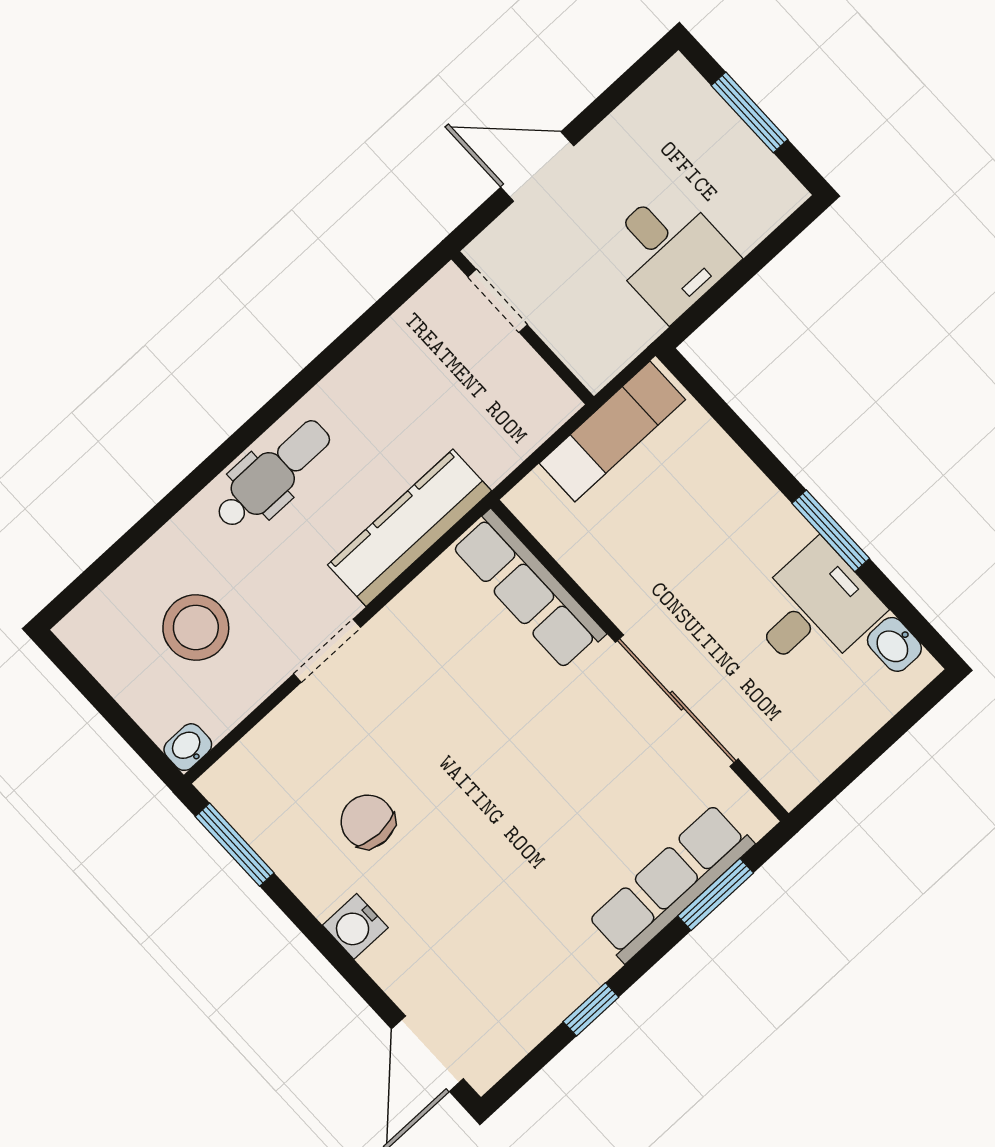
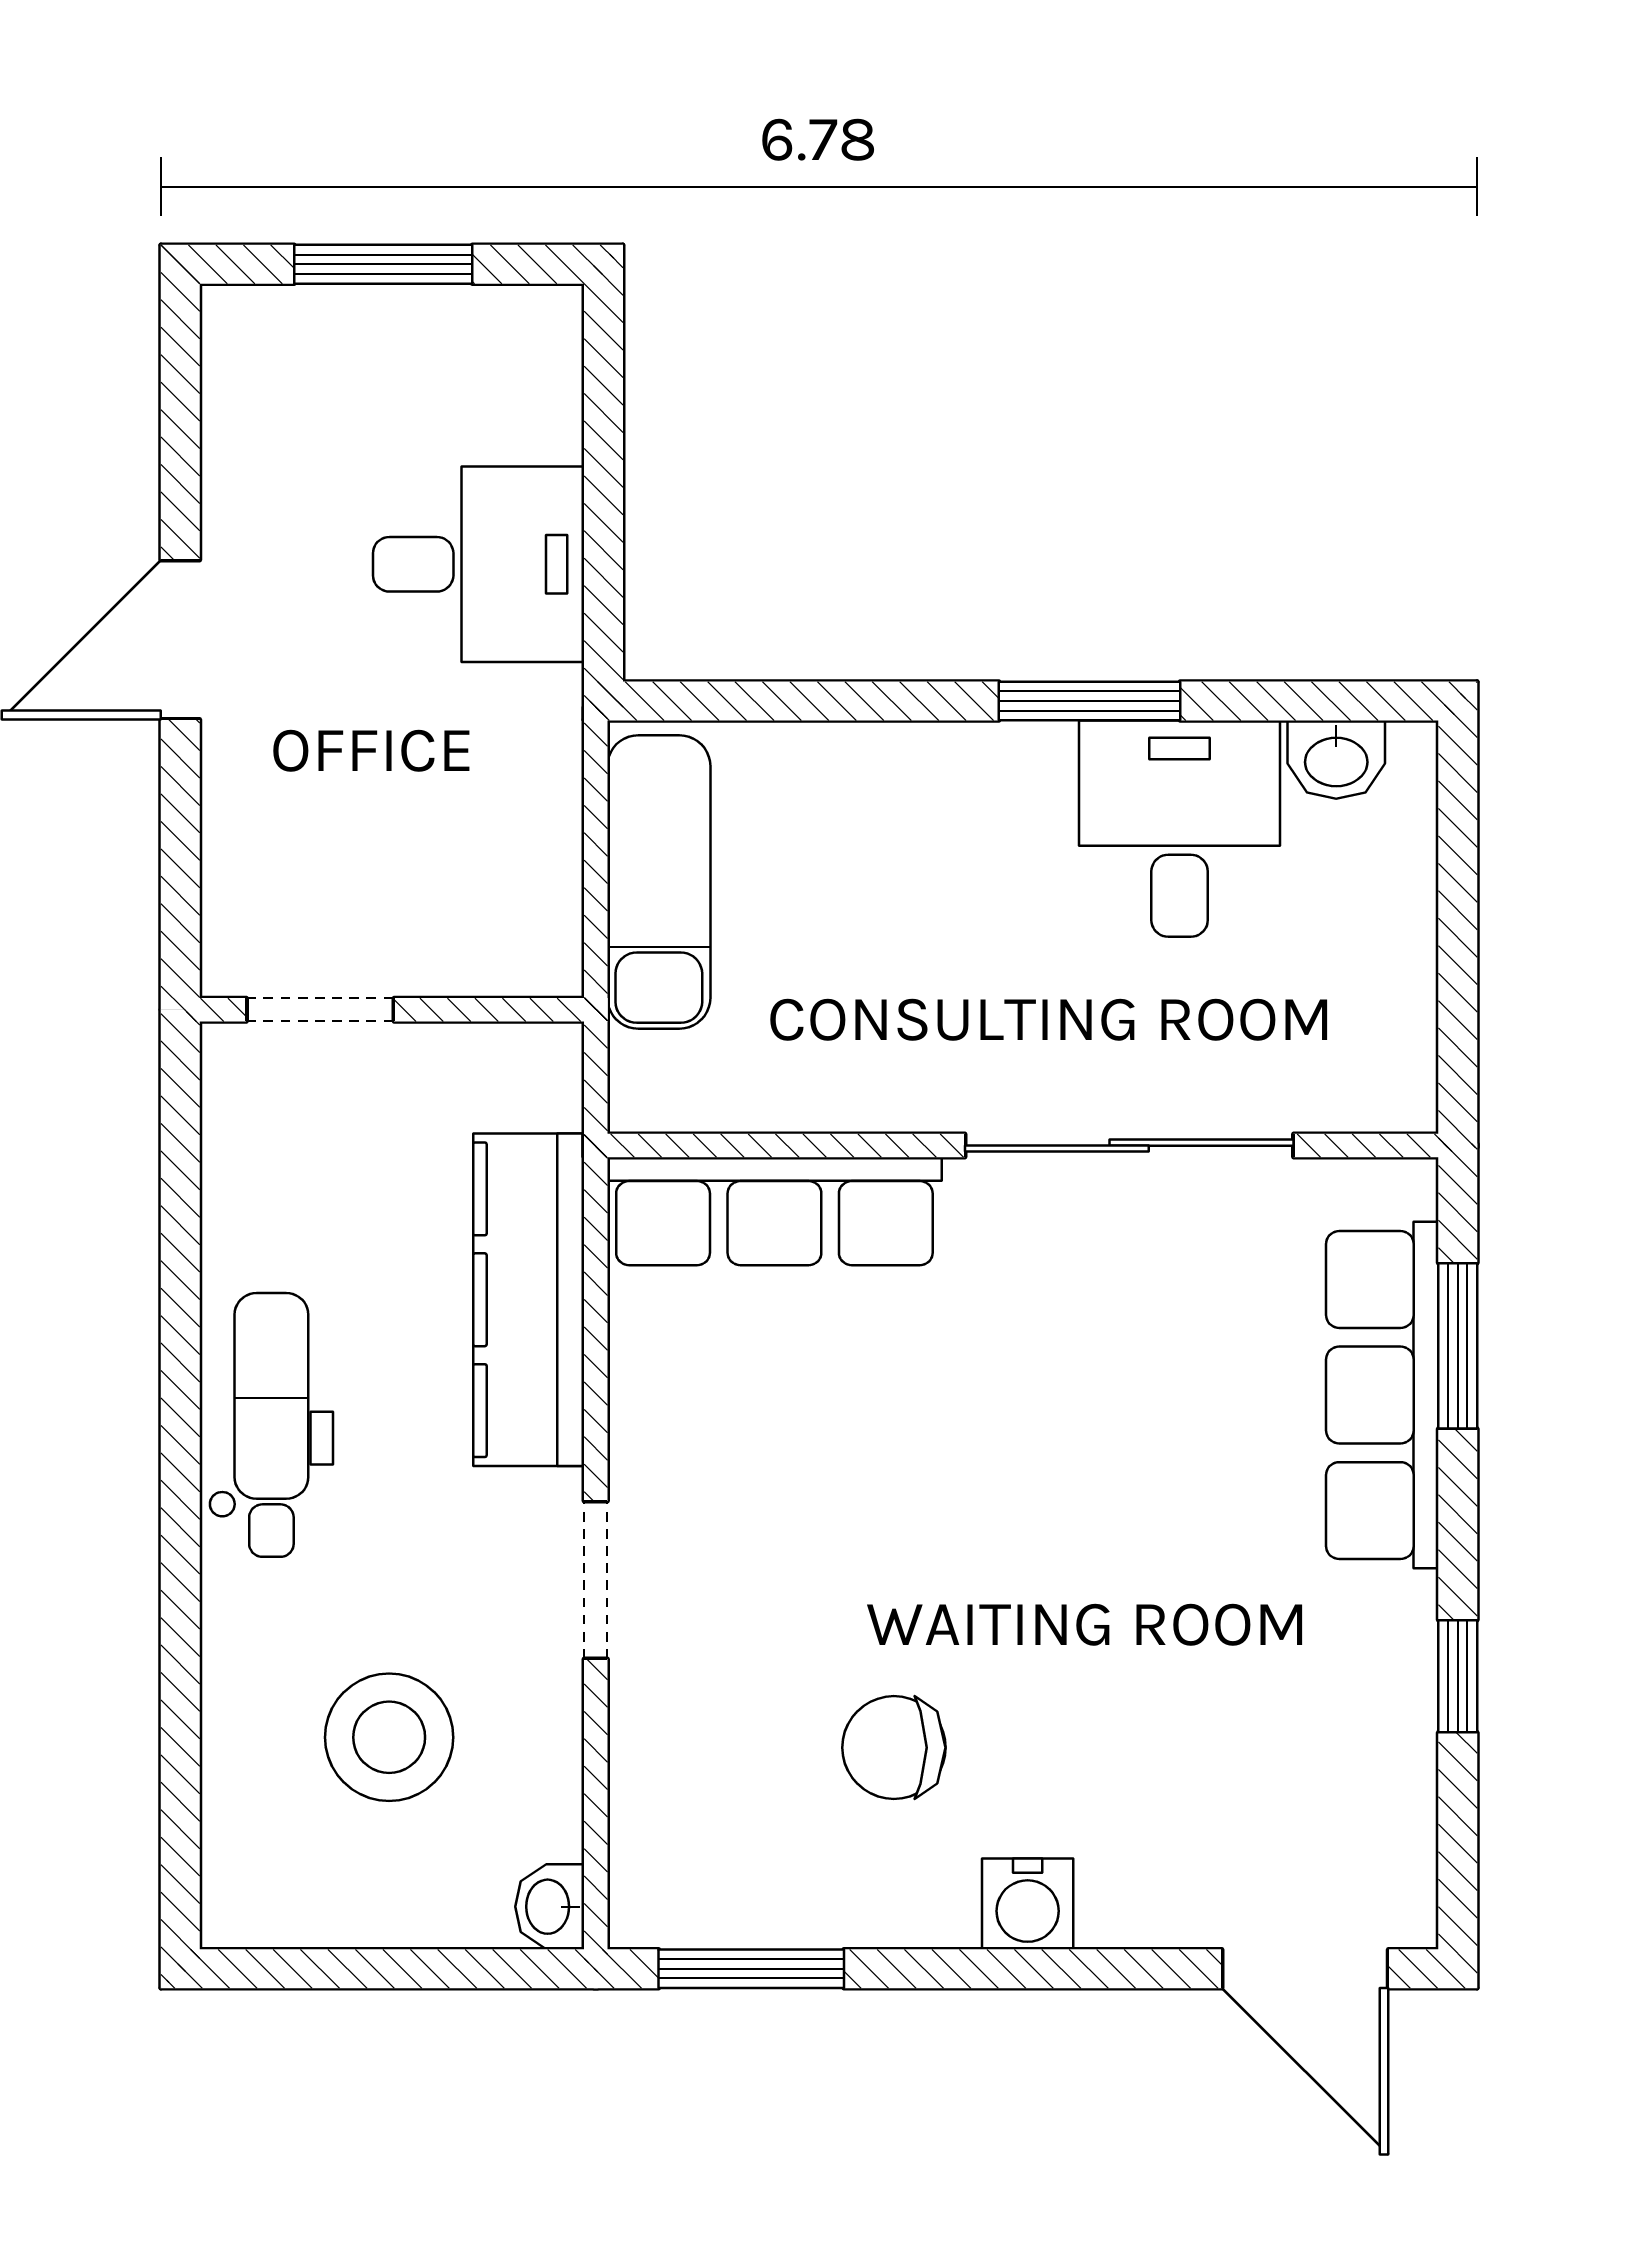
doorway: (498, 301) -> (320, 1010), moved
wall: (523, 328) -> (392, 1010), moved

